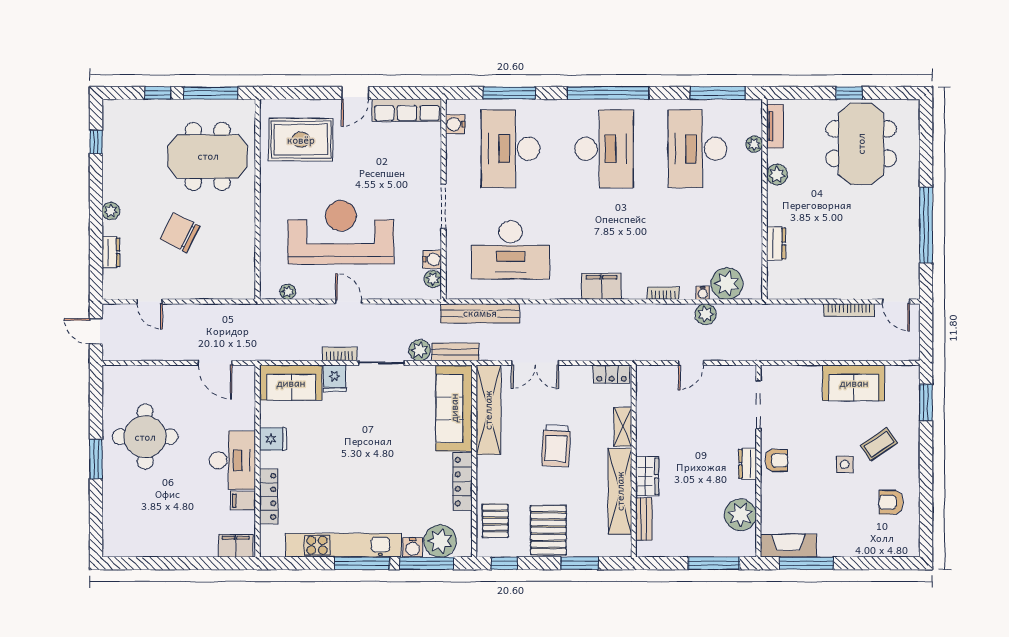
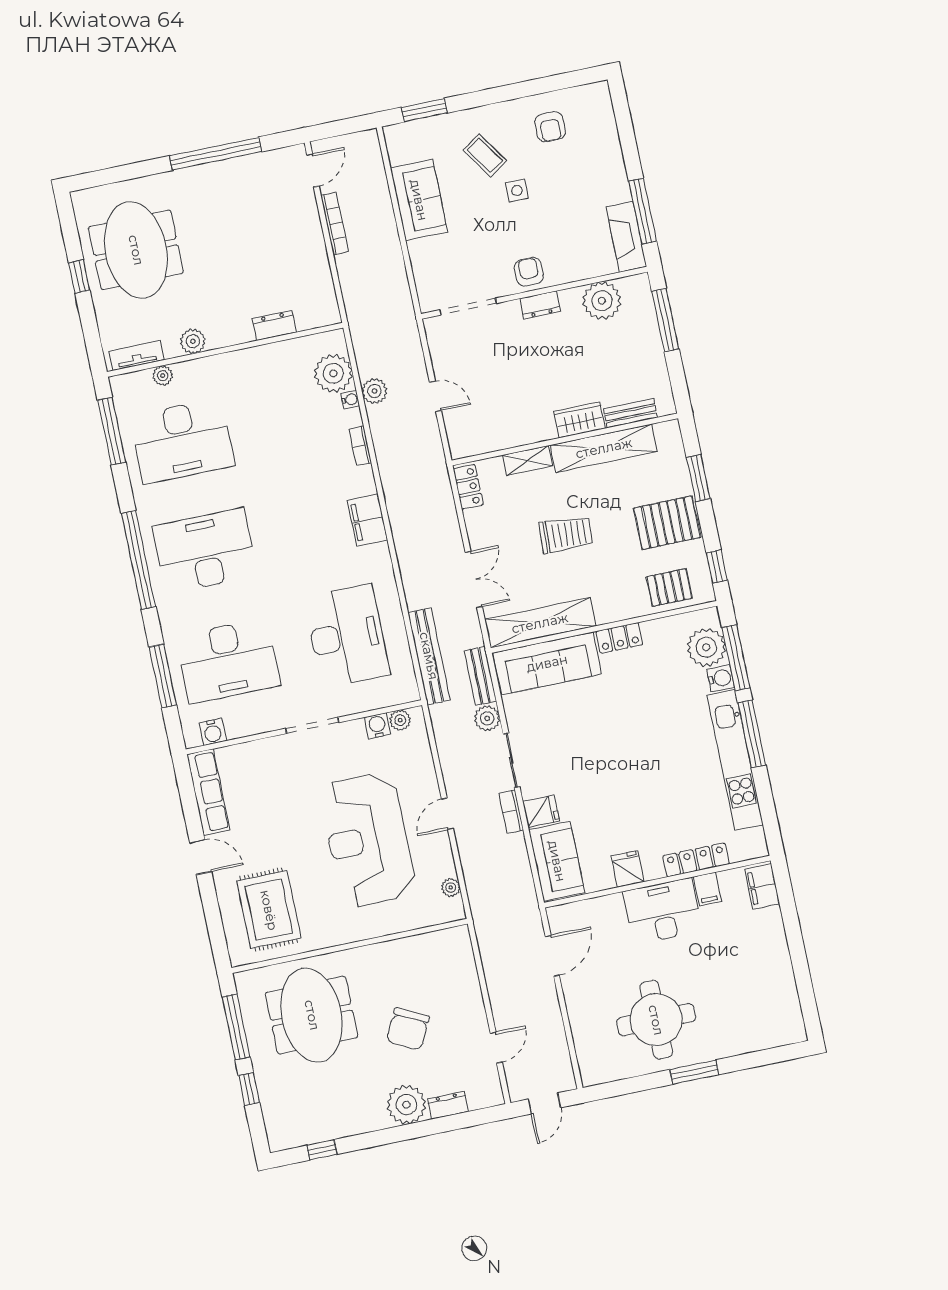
meeting table: (861, 144) -> (136, 250), turned 90
plant: (111, 211) -> (406, 1105), width x1.87, depth x1.87
locker: (463, 482) -> (619, 638), width x0.66

